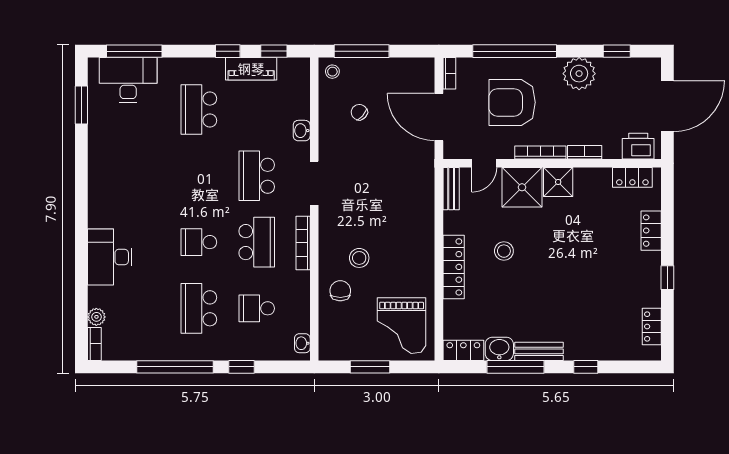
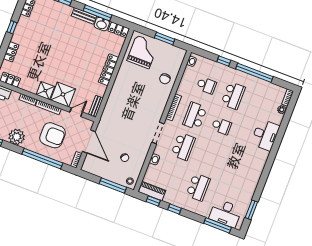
piano: (251, 69) -> (152, 191), moved
stool: (504, 251) -> (82, 68), removed
stool: (359, 258) -> (150, 91), removed

